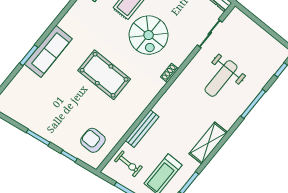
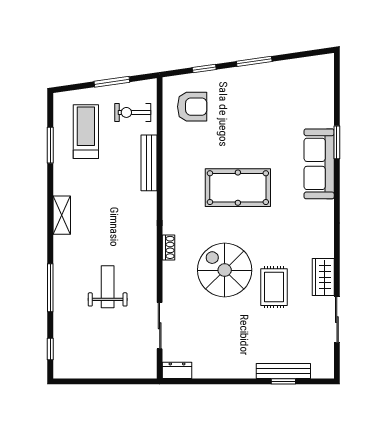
weight bench: (221, 78) -> (108, 287), width x0.73, depth x0.75
shelving: (208, 143) -> (62, 215), width x0.67, depth x0.75

